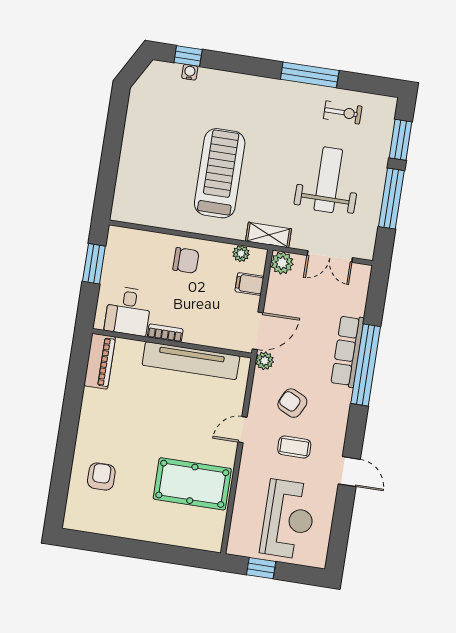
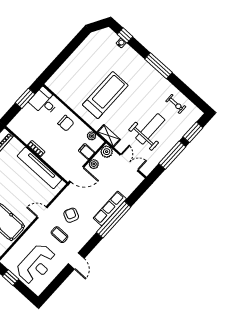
window: (310, 75) -> (158, 66), moved
double door: (330, 257) -> (129, 163), swing flipped
desk: (128, 311) -> (44, 102), moved, turned 90
plant: (265, 361) -> (94, 164), moved

